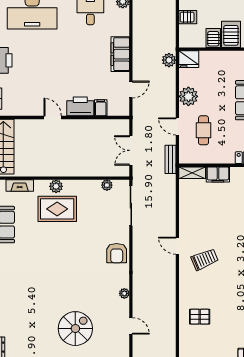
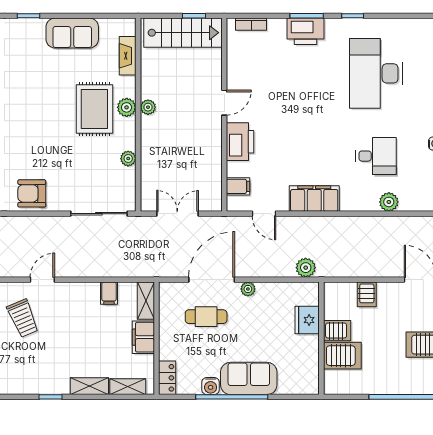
fridge: (189, 59) -> (307, 320), moved
plant: (188, 96) -> (248, 289), width x0.53, depth x0.53
filing cabinet: (101, 108) -> (238, 186), moved
door: (177, 126) -> (212, 280), width x1.87
bench: (170, 159) -> (165, 270), removed
plant: (56, 171) -> (148, 107), added
plant: (107, 185) -> (128, 159), moved
filing cabinet: (187, 199) -> (109, 293), added

